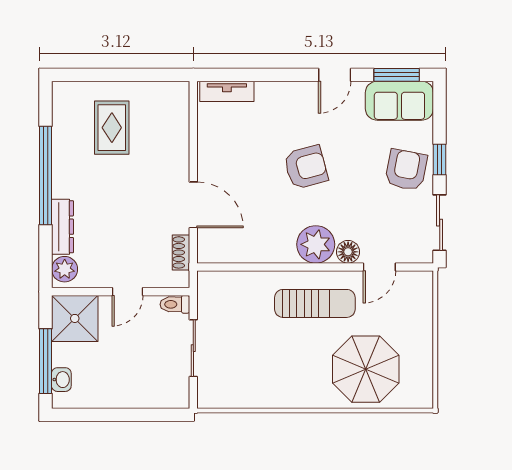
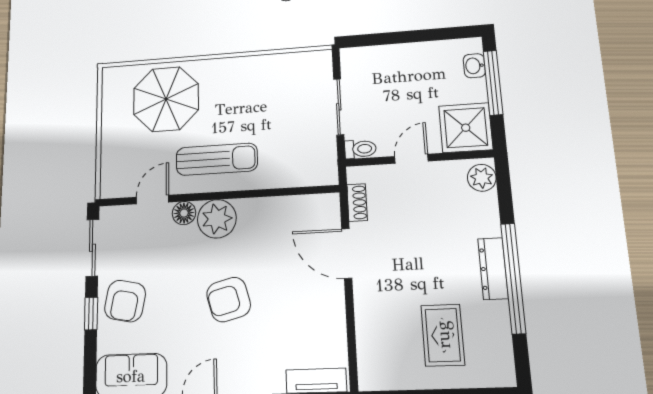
dresser: (62, 227) -> (493, 269), moved
sun lounger: (315, 303) -> (217, 159), turned 180

